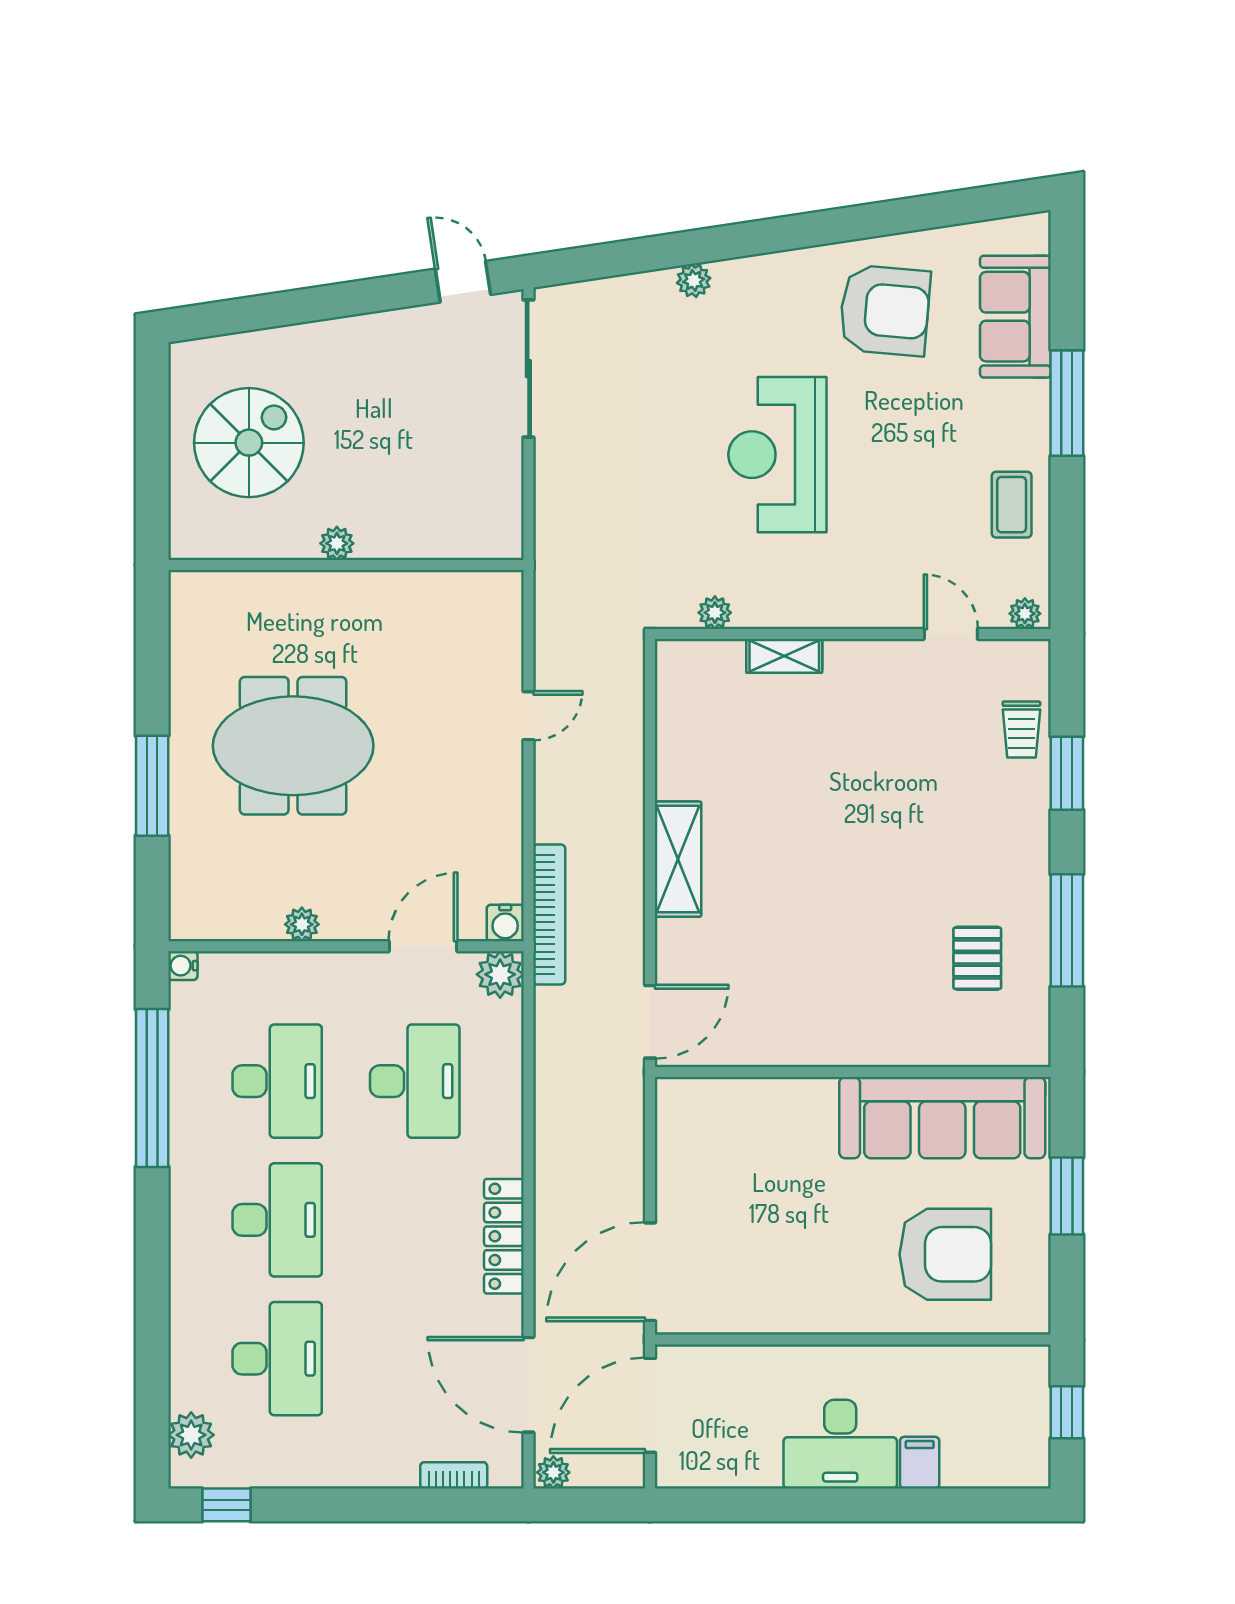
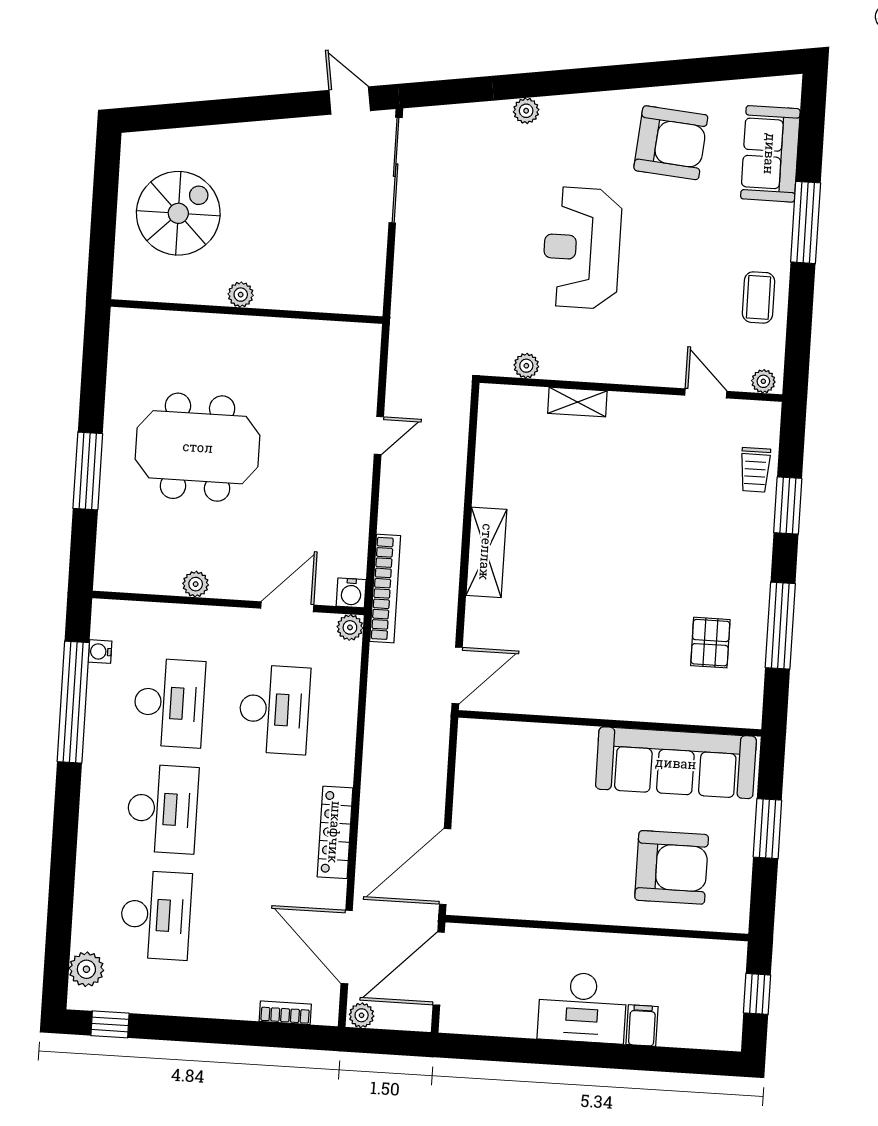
water cooler: (183, 966) -> (100, 652), moved
plant: (500, 974) -> (350, 627), width x0.73, depth x0.73

